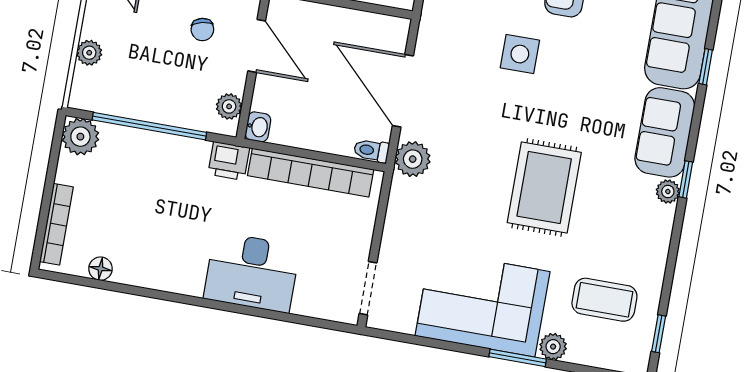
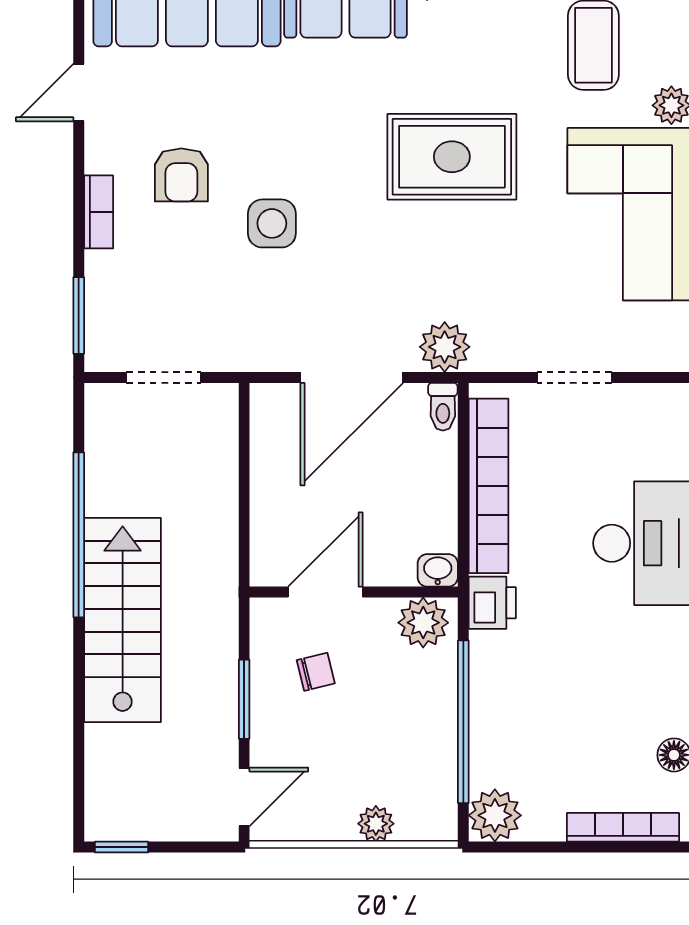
plant: (229, 106) -> (423, 623), width x1.38, depth x1.38
doorway: (368, 288) -> (574, 377), moved

